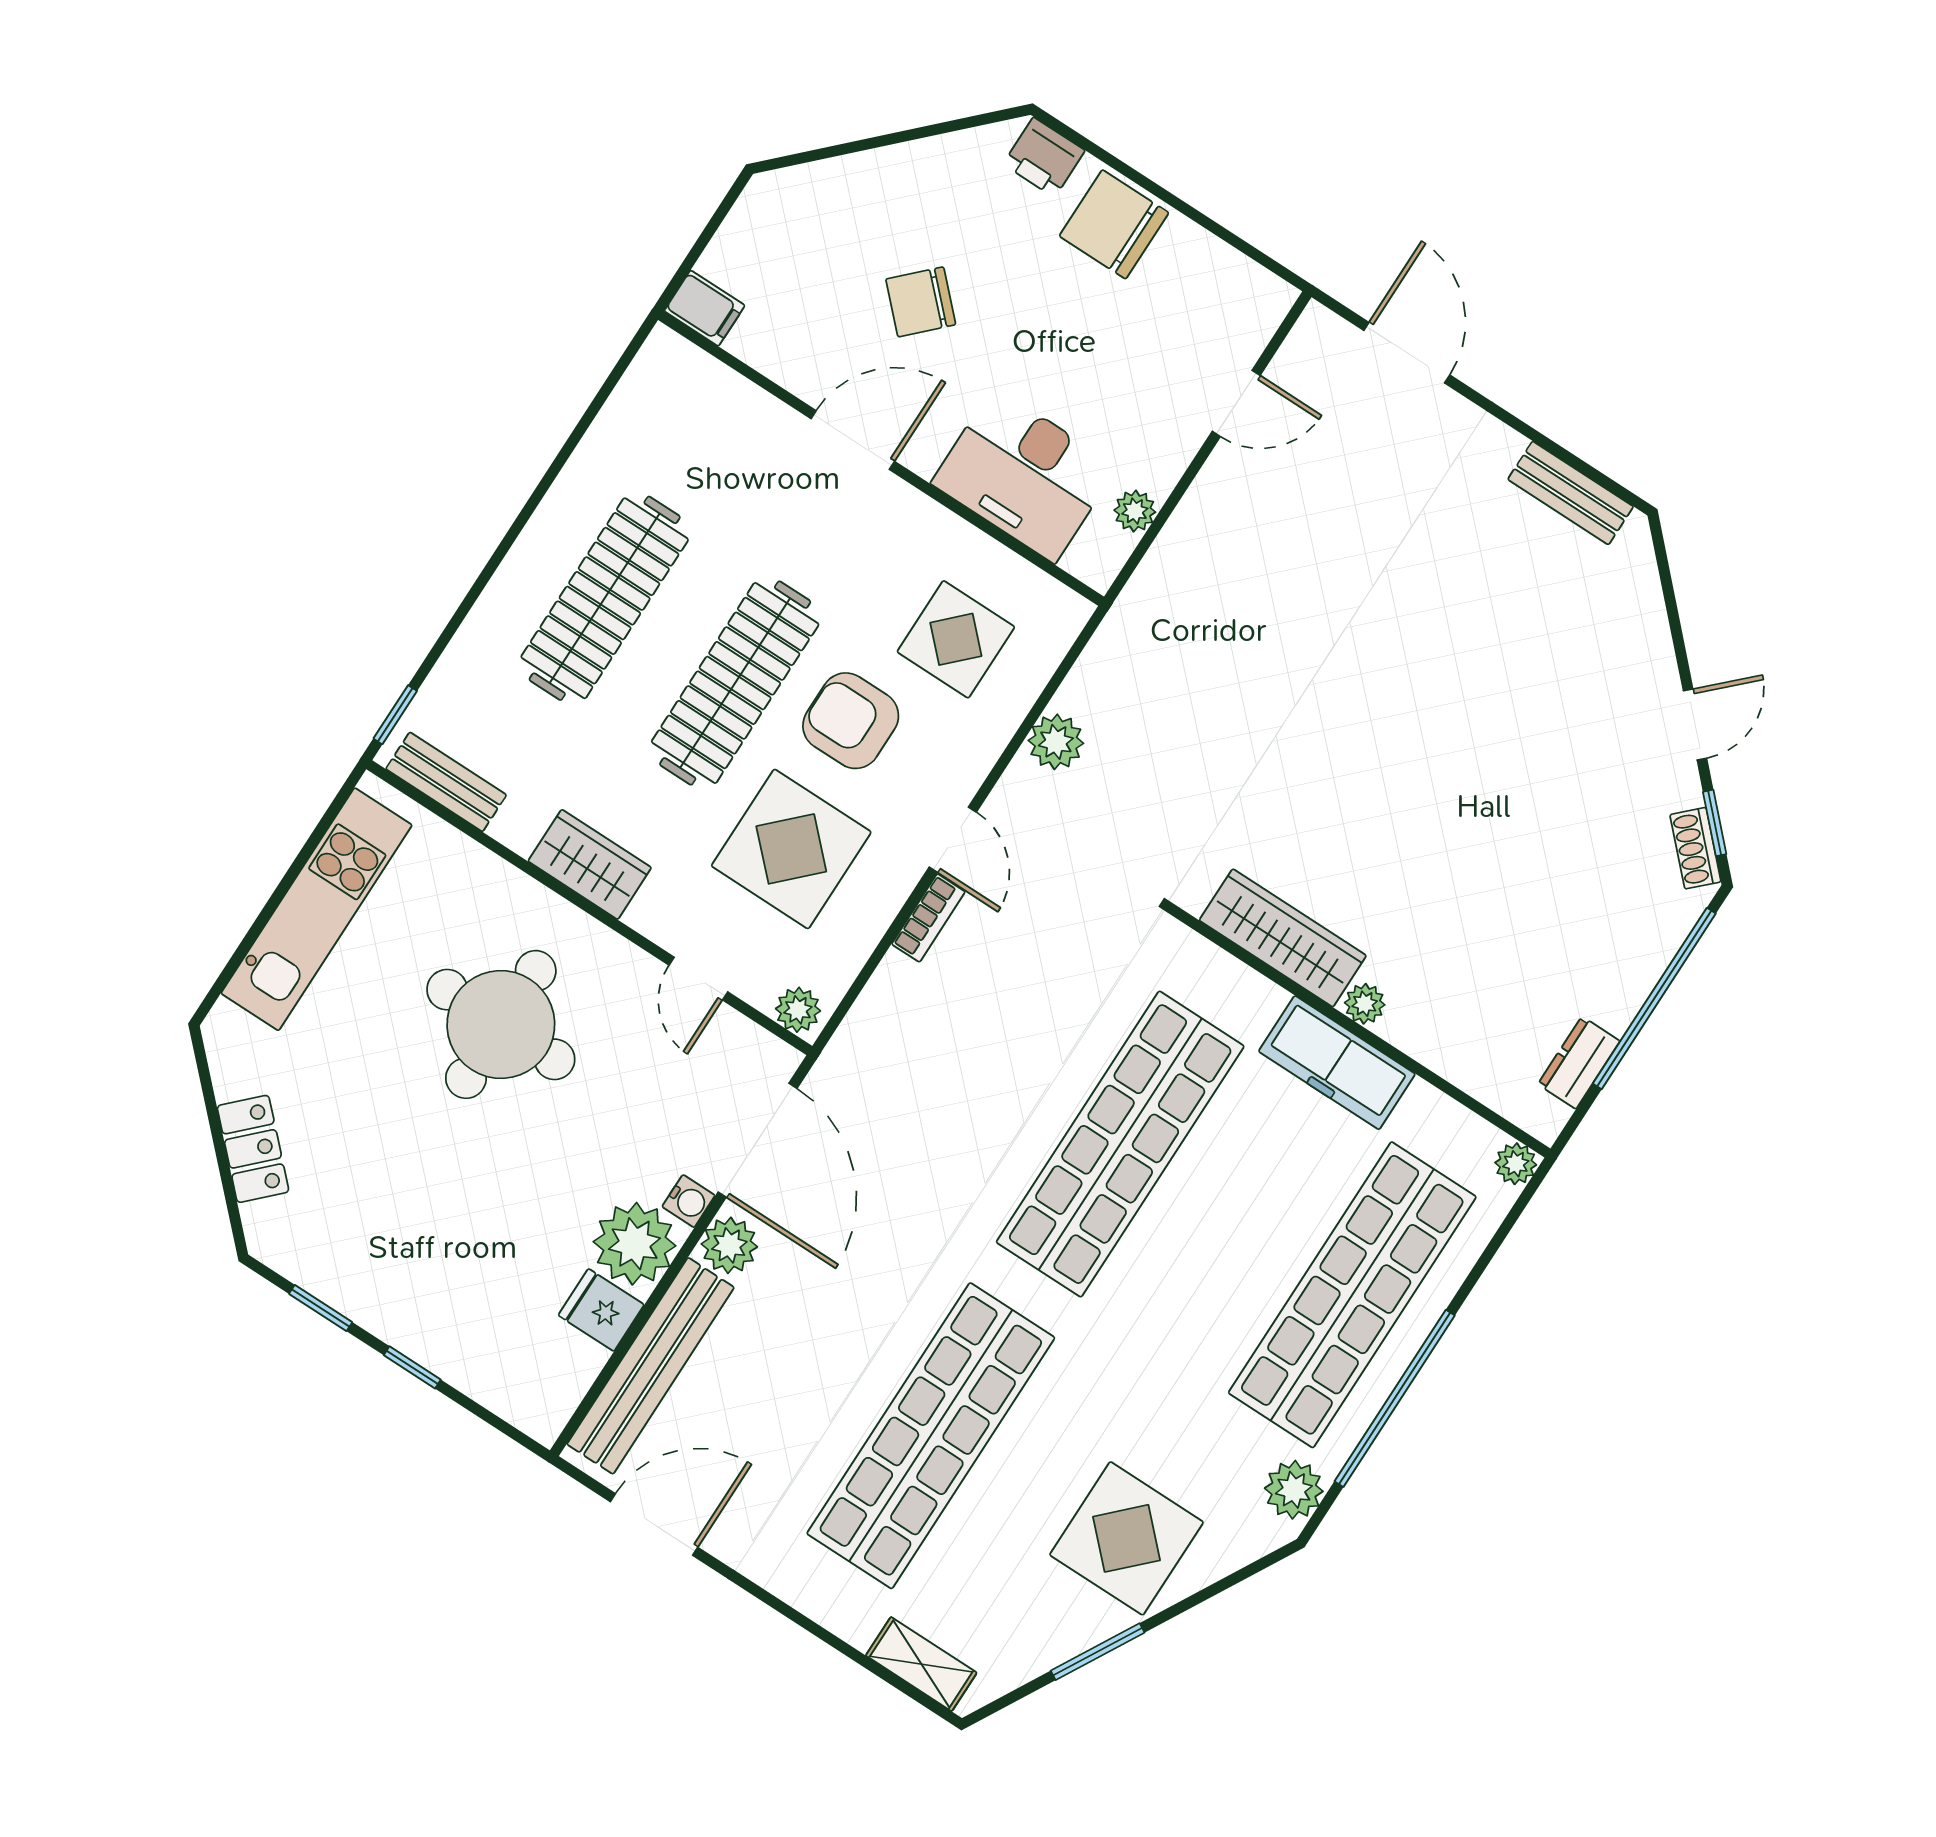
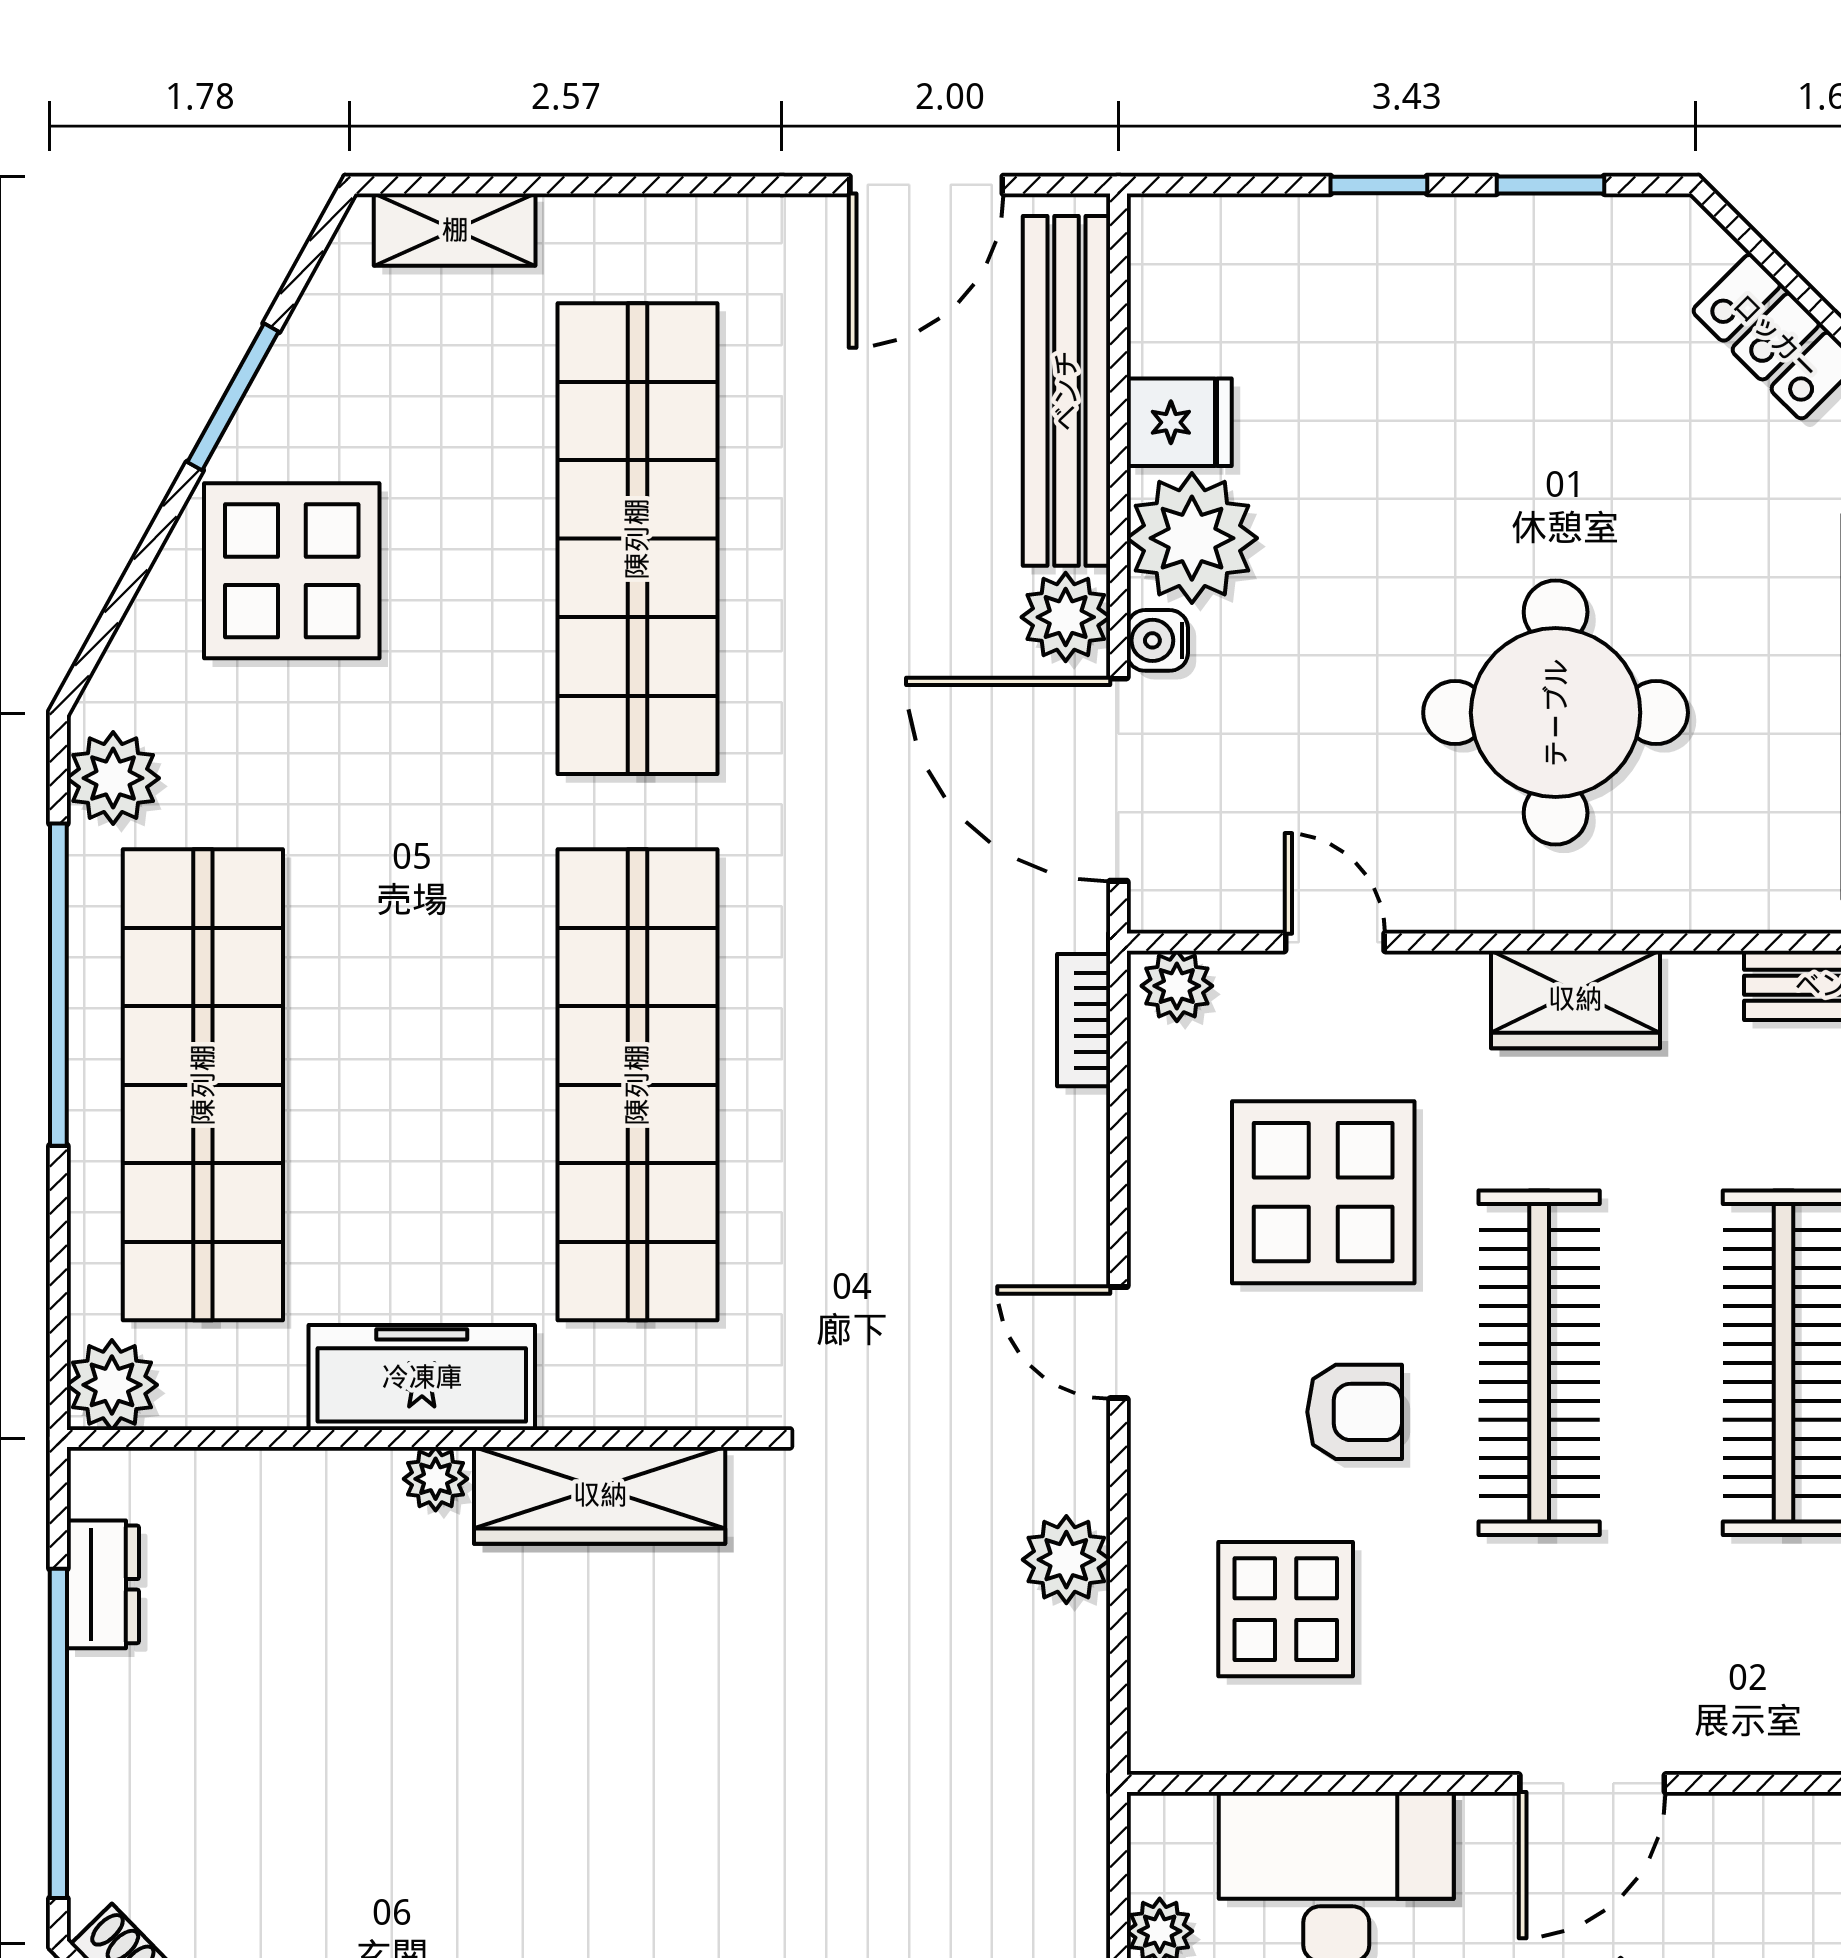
armchair: (851, 721) -> (1355, 1412), width x0.72, depth x0.72
bookcase: (928, 918) -> (1084, 1020), moved
plant: (1516, 1164) -> (112, 1385), width x1.38, depth x1.38

